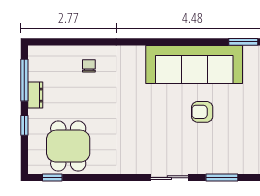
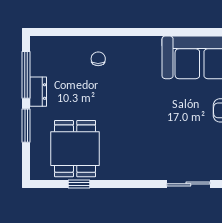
window: (24, 125) -> (26, 126), width x1.50
window: (52, 178) -> (79, 184), moved

